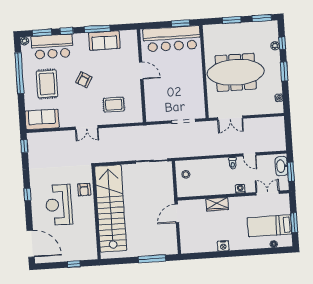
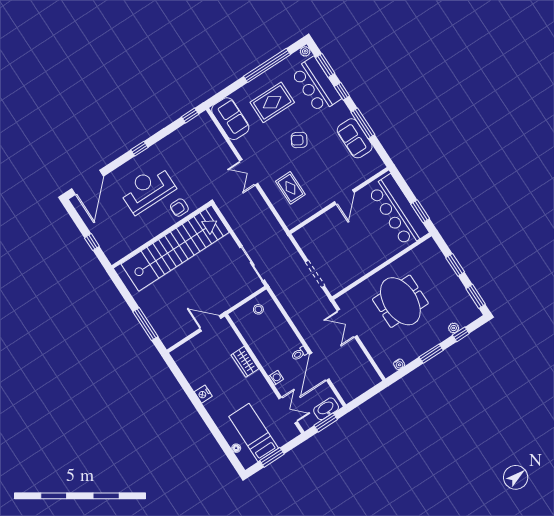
meeting table: (236, 72) -> (400, 301), width x0.73
door: (249, 154) -> (319, 367), width x1.88

